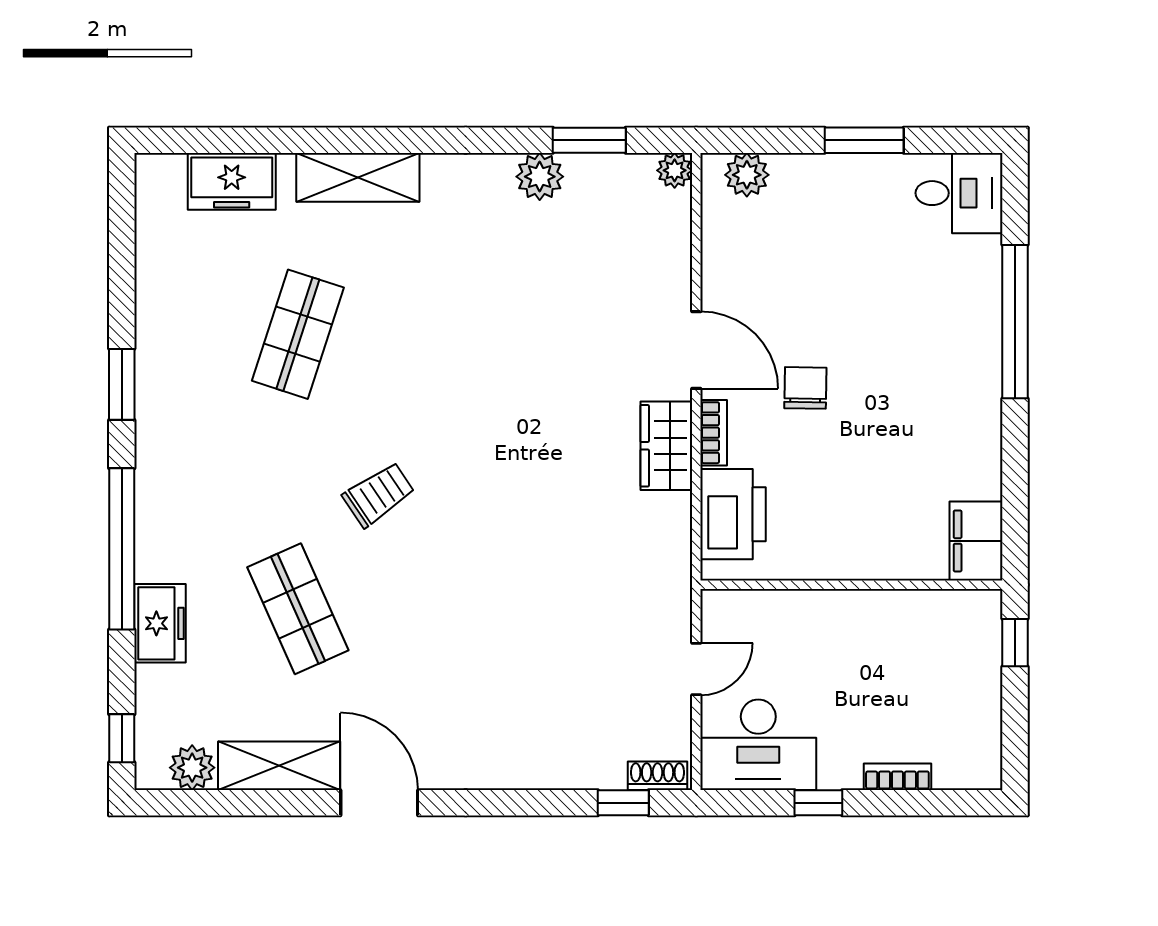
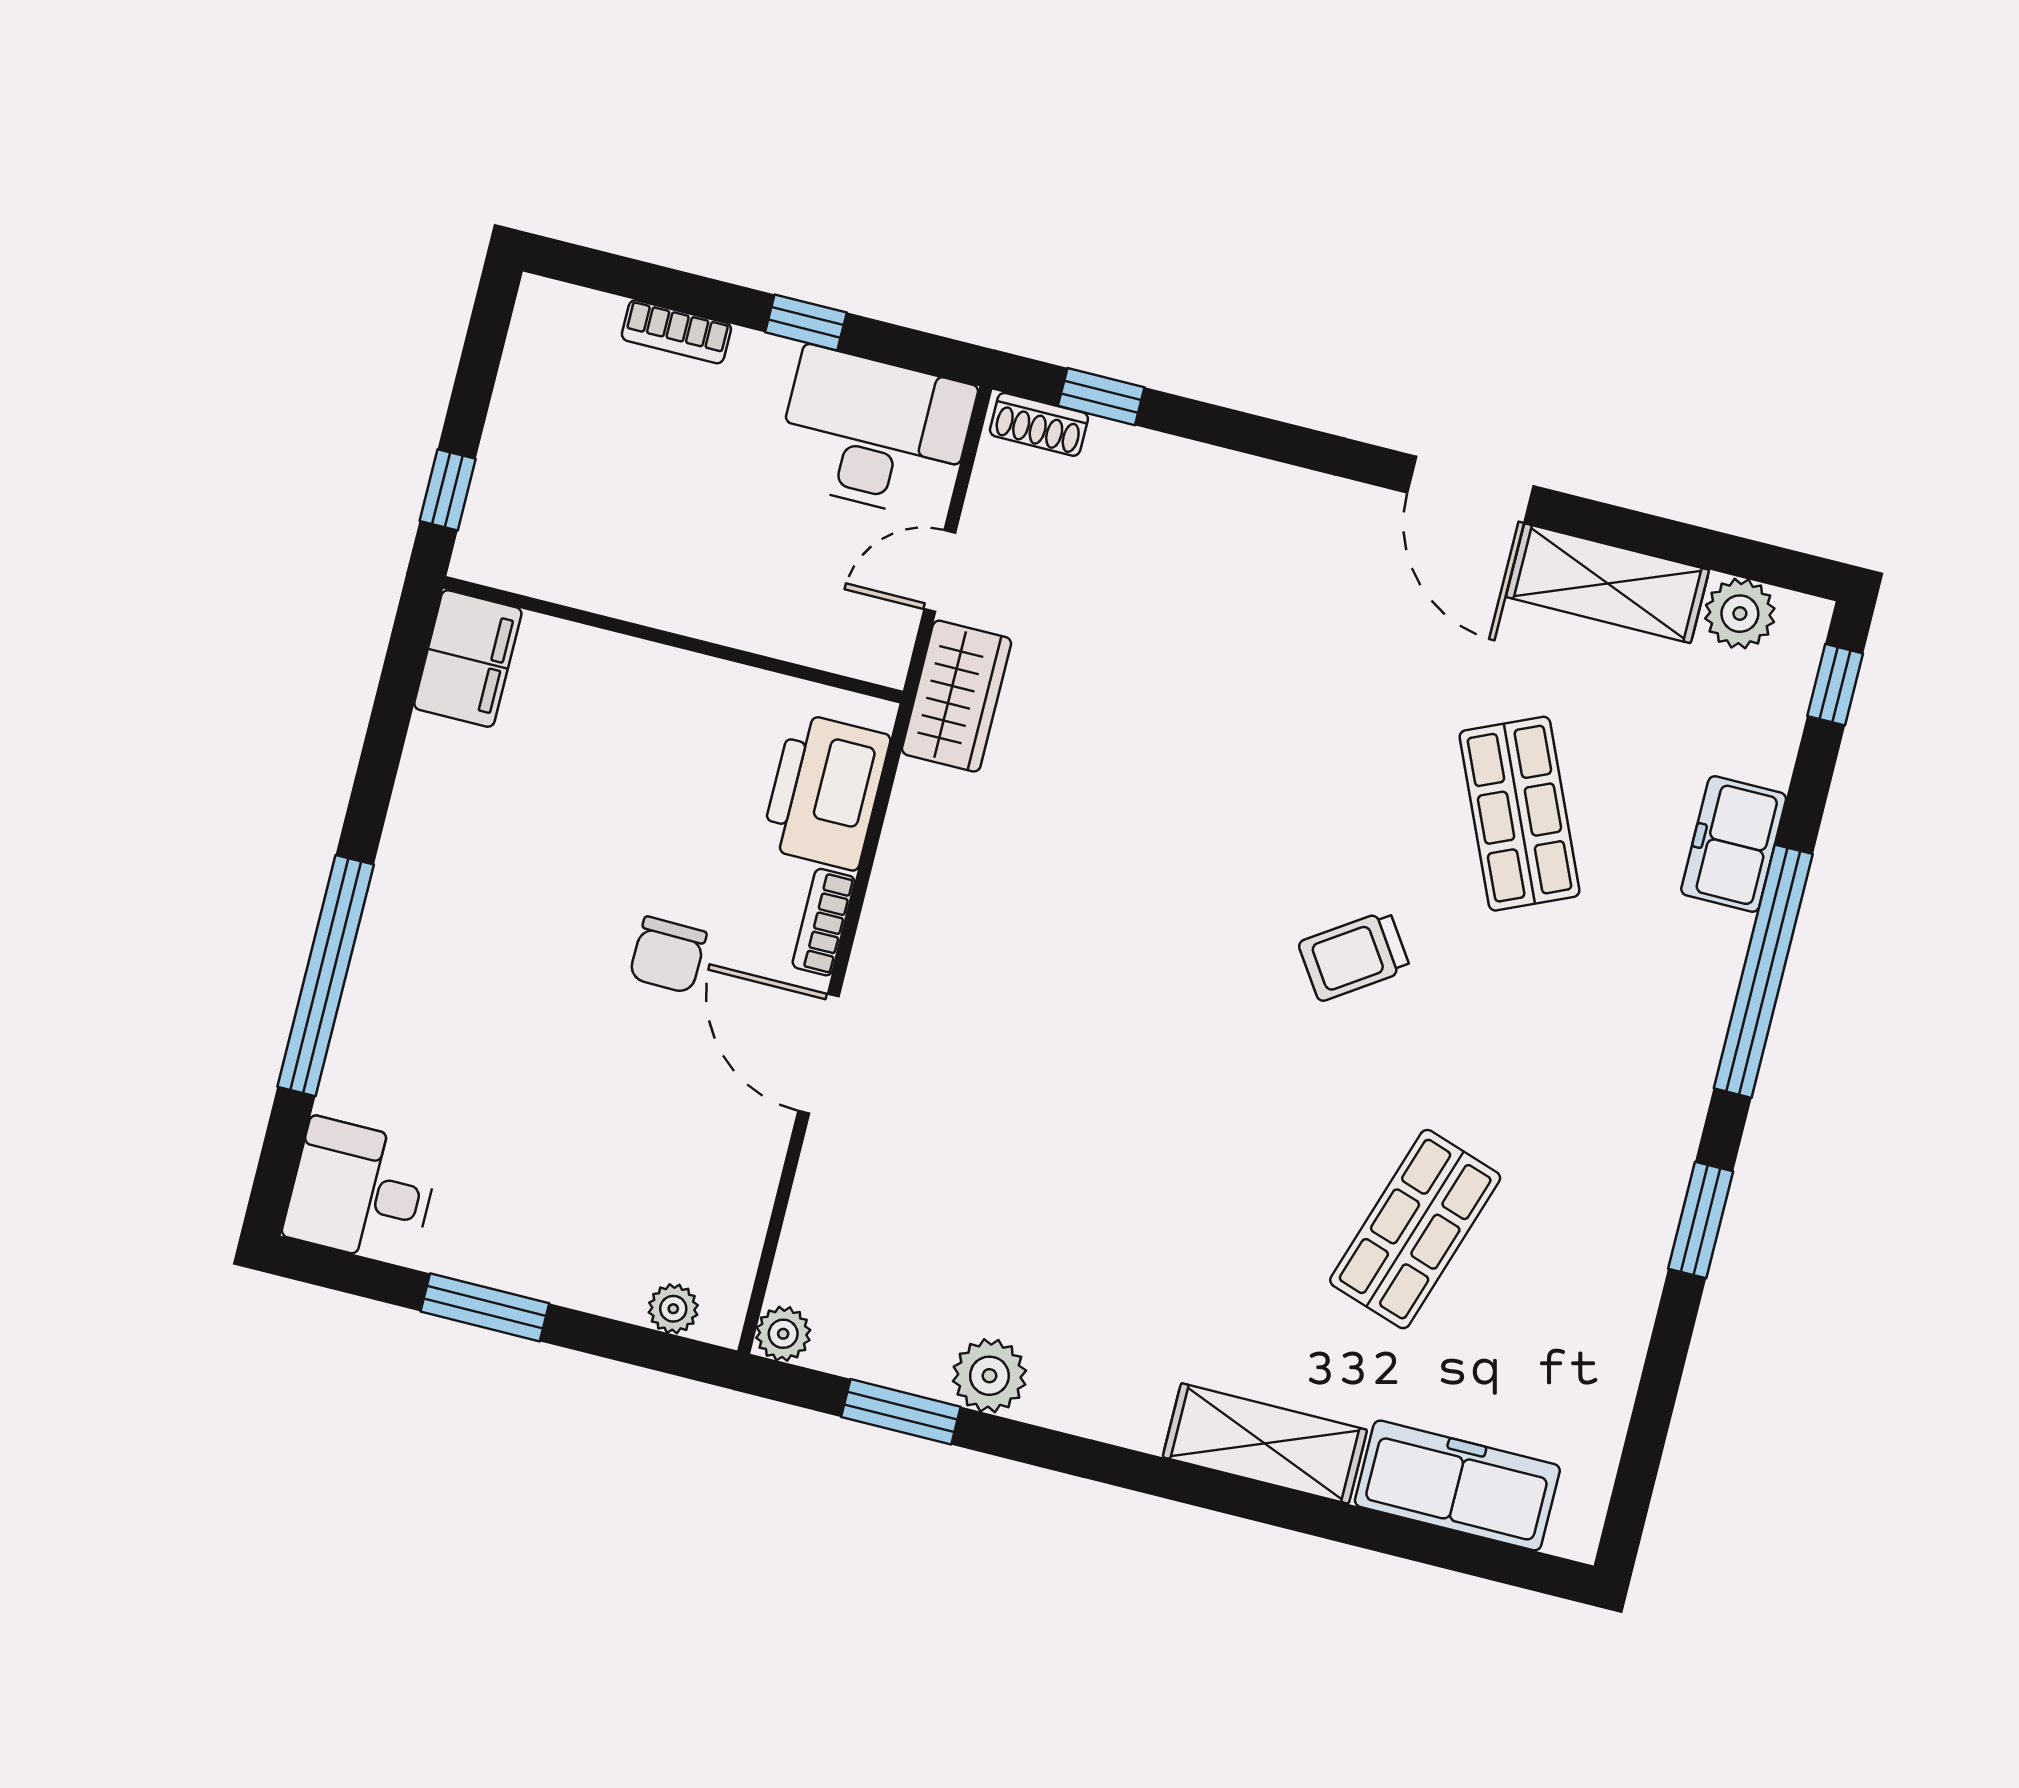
plant: (747, 175) -> (673, 1309), width x0.73, depth x0.73
freezer: (232, 181) -> (1457, 1485), width x1.40
wardrobe: (666, 446) -> (957, 696), moved

